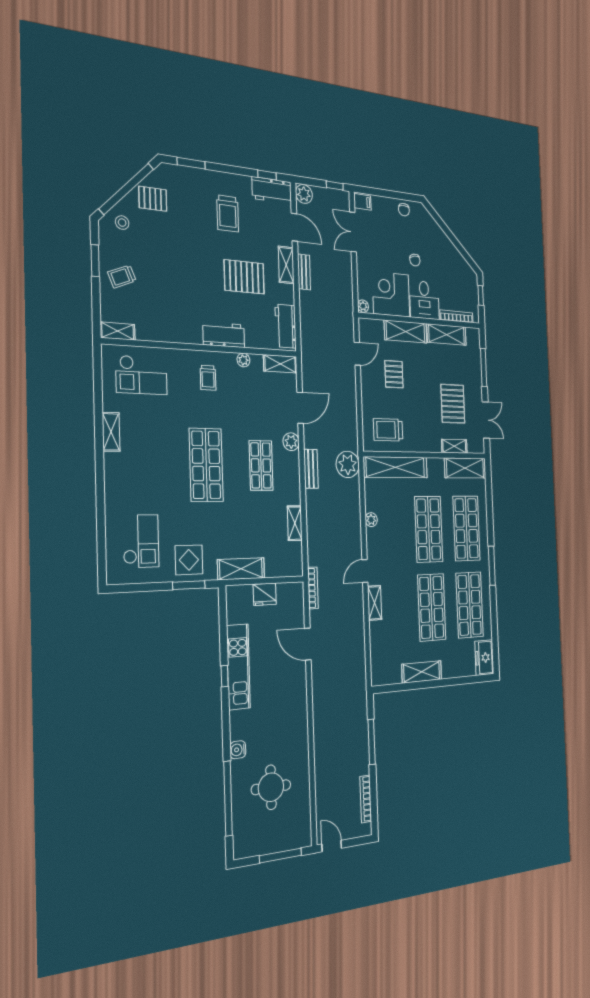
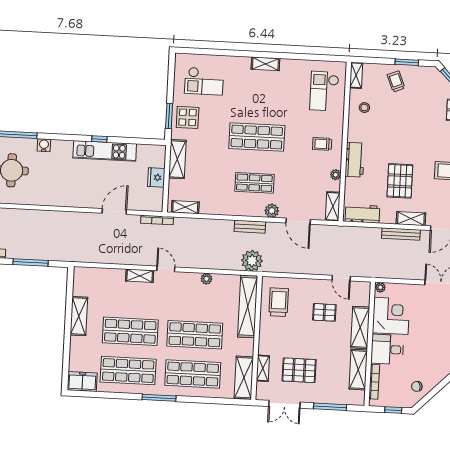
stool: (122, 223) -> (364, 108), moved
chair: (415, 260) -> (417, 386), moved
bench: (304, 272) -> (401, 234), width x1.36
shelving: (111, 432) -> (265, 64), moved
shelving: (295, 523) -> (185, 207), moved

